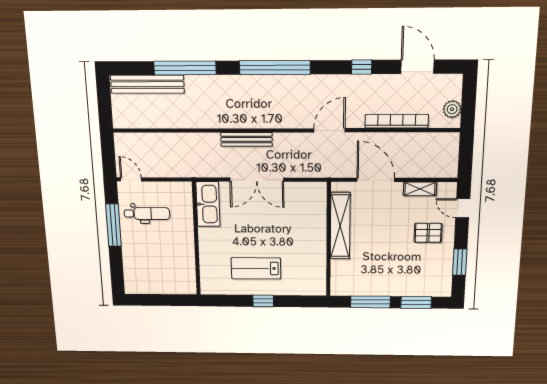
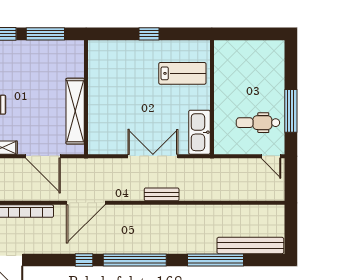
window: (362, 67) -> (84, 260), moved
door: (329, 130) -> (86, 203), width x1.36
bench: (246, 139) -> (162, 194), width x0.73
lab bench: (256, 268) -> (182, 73), moved

